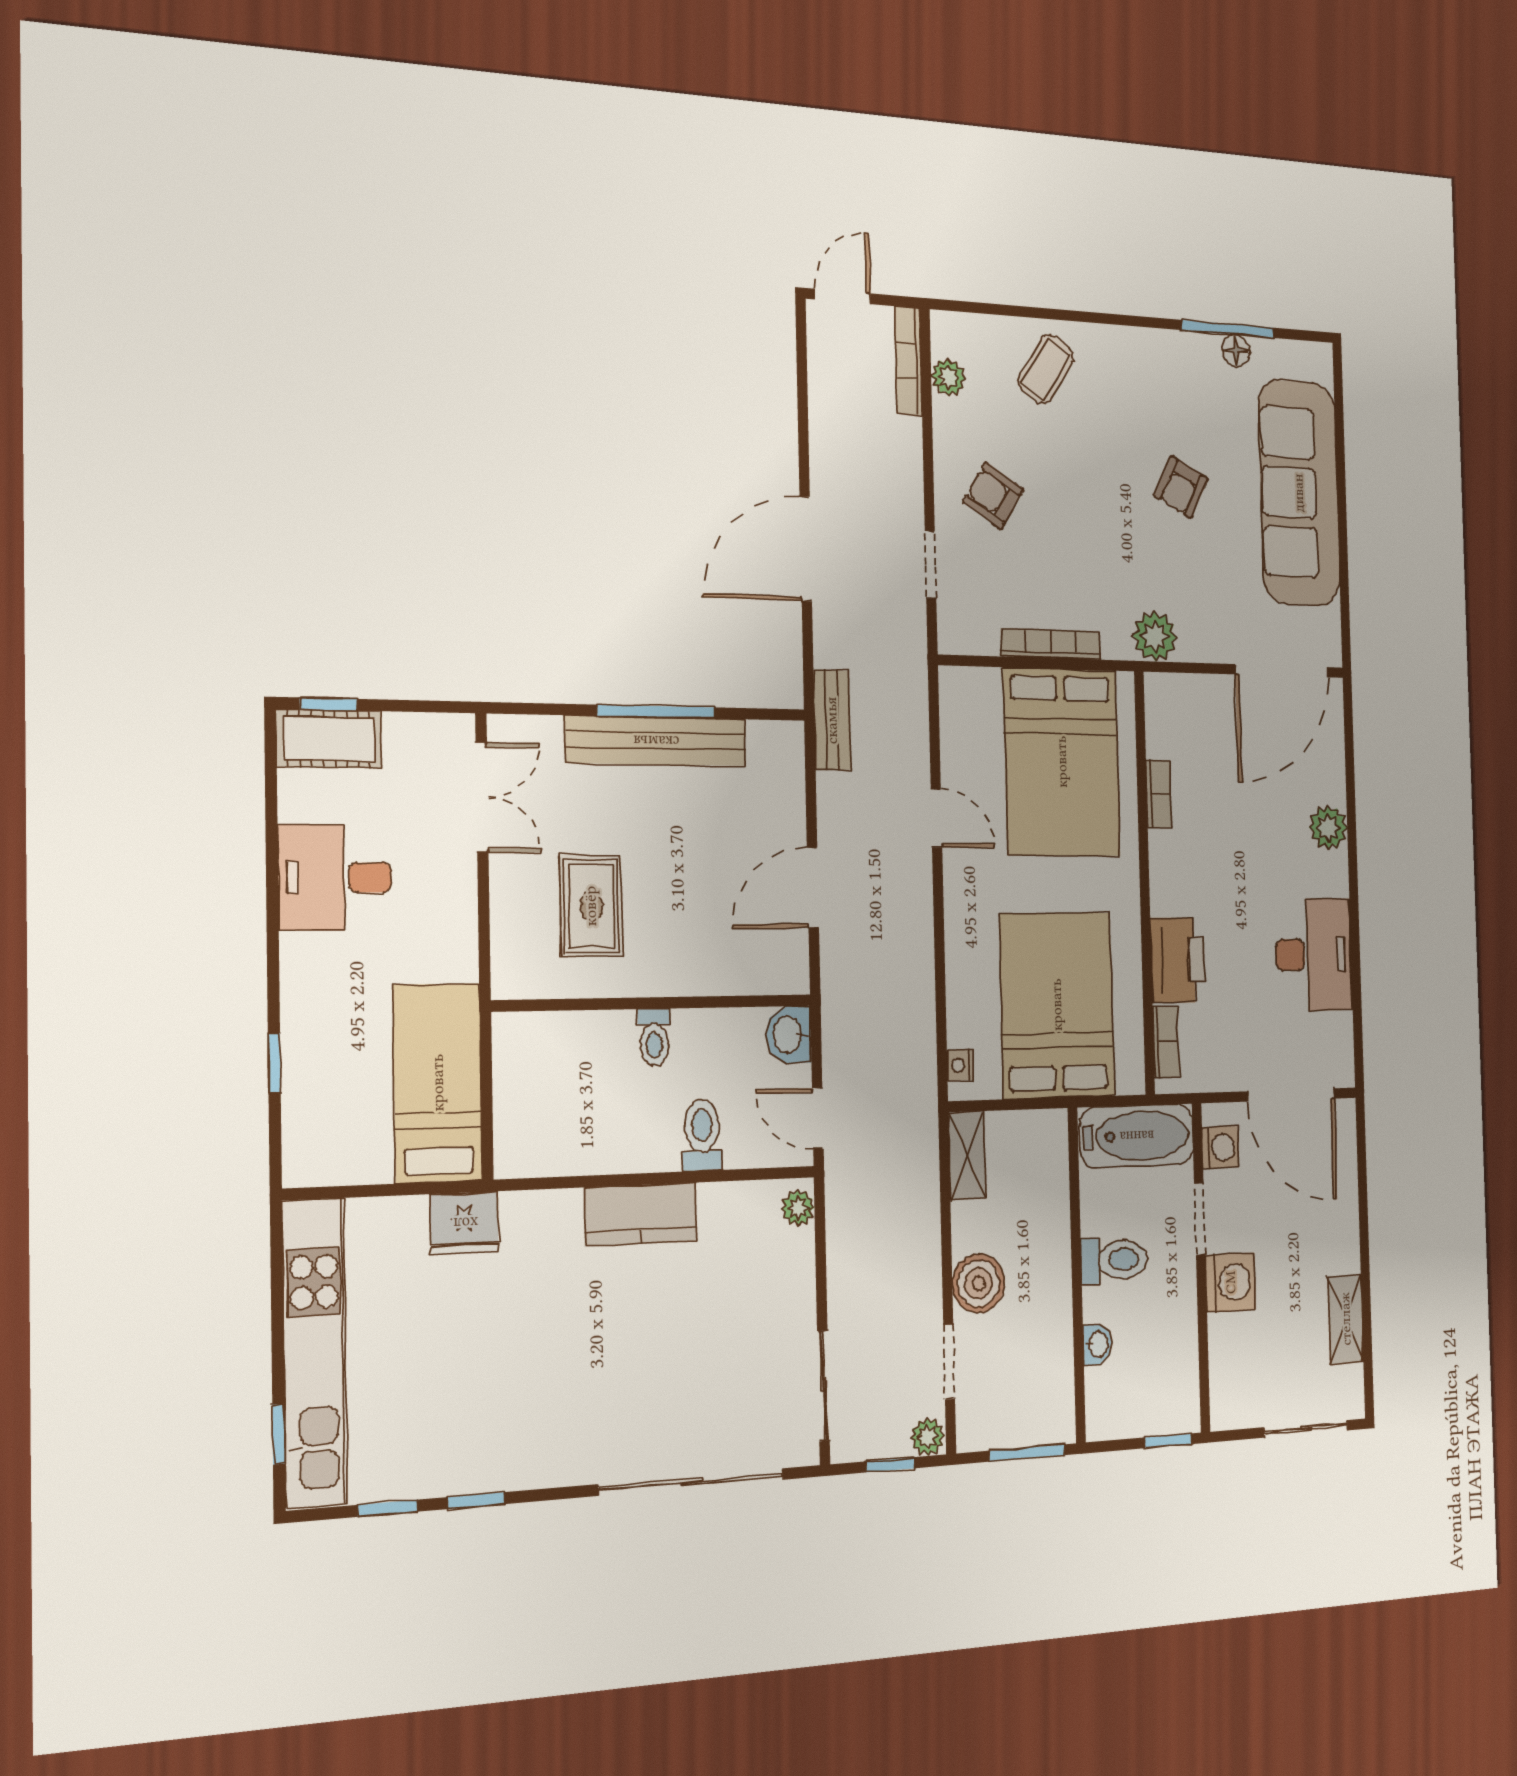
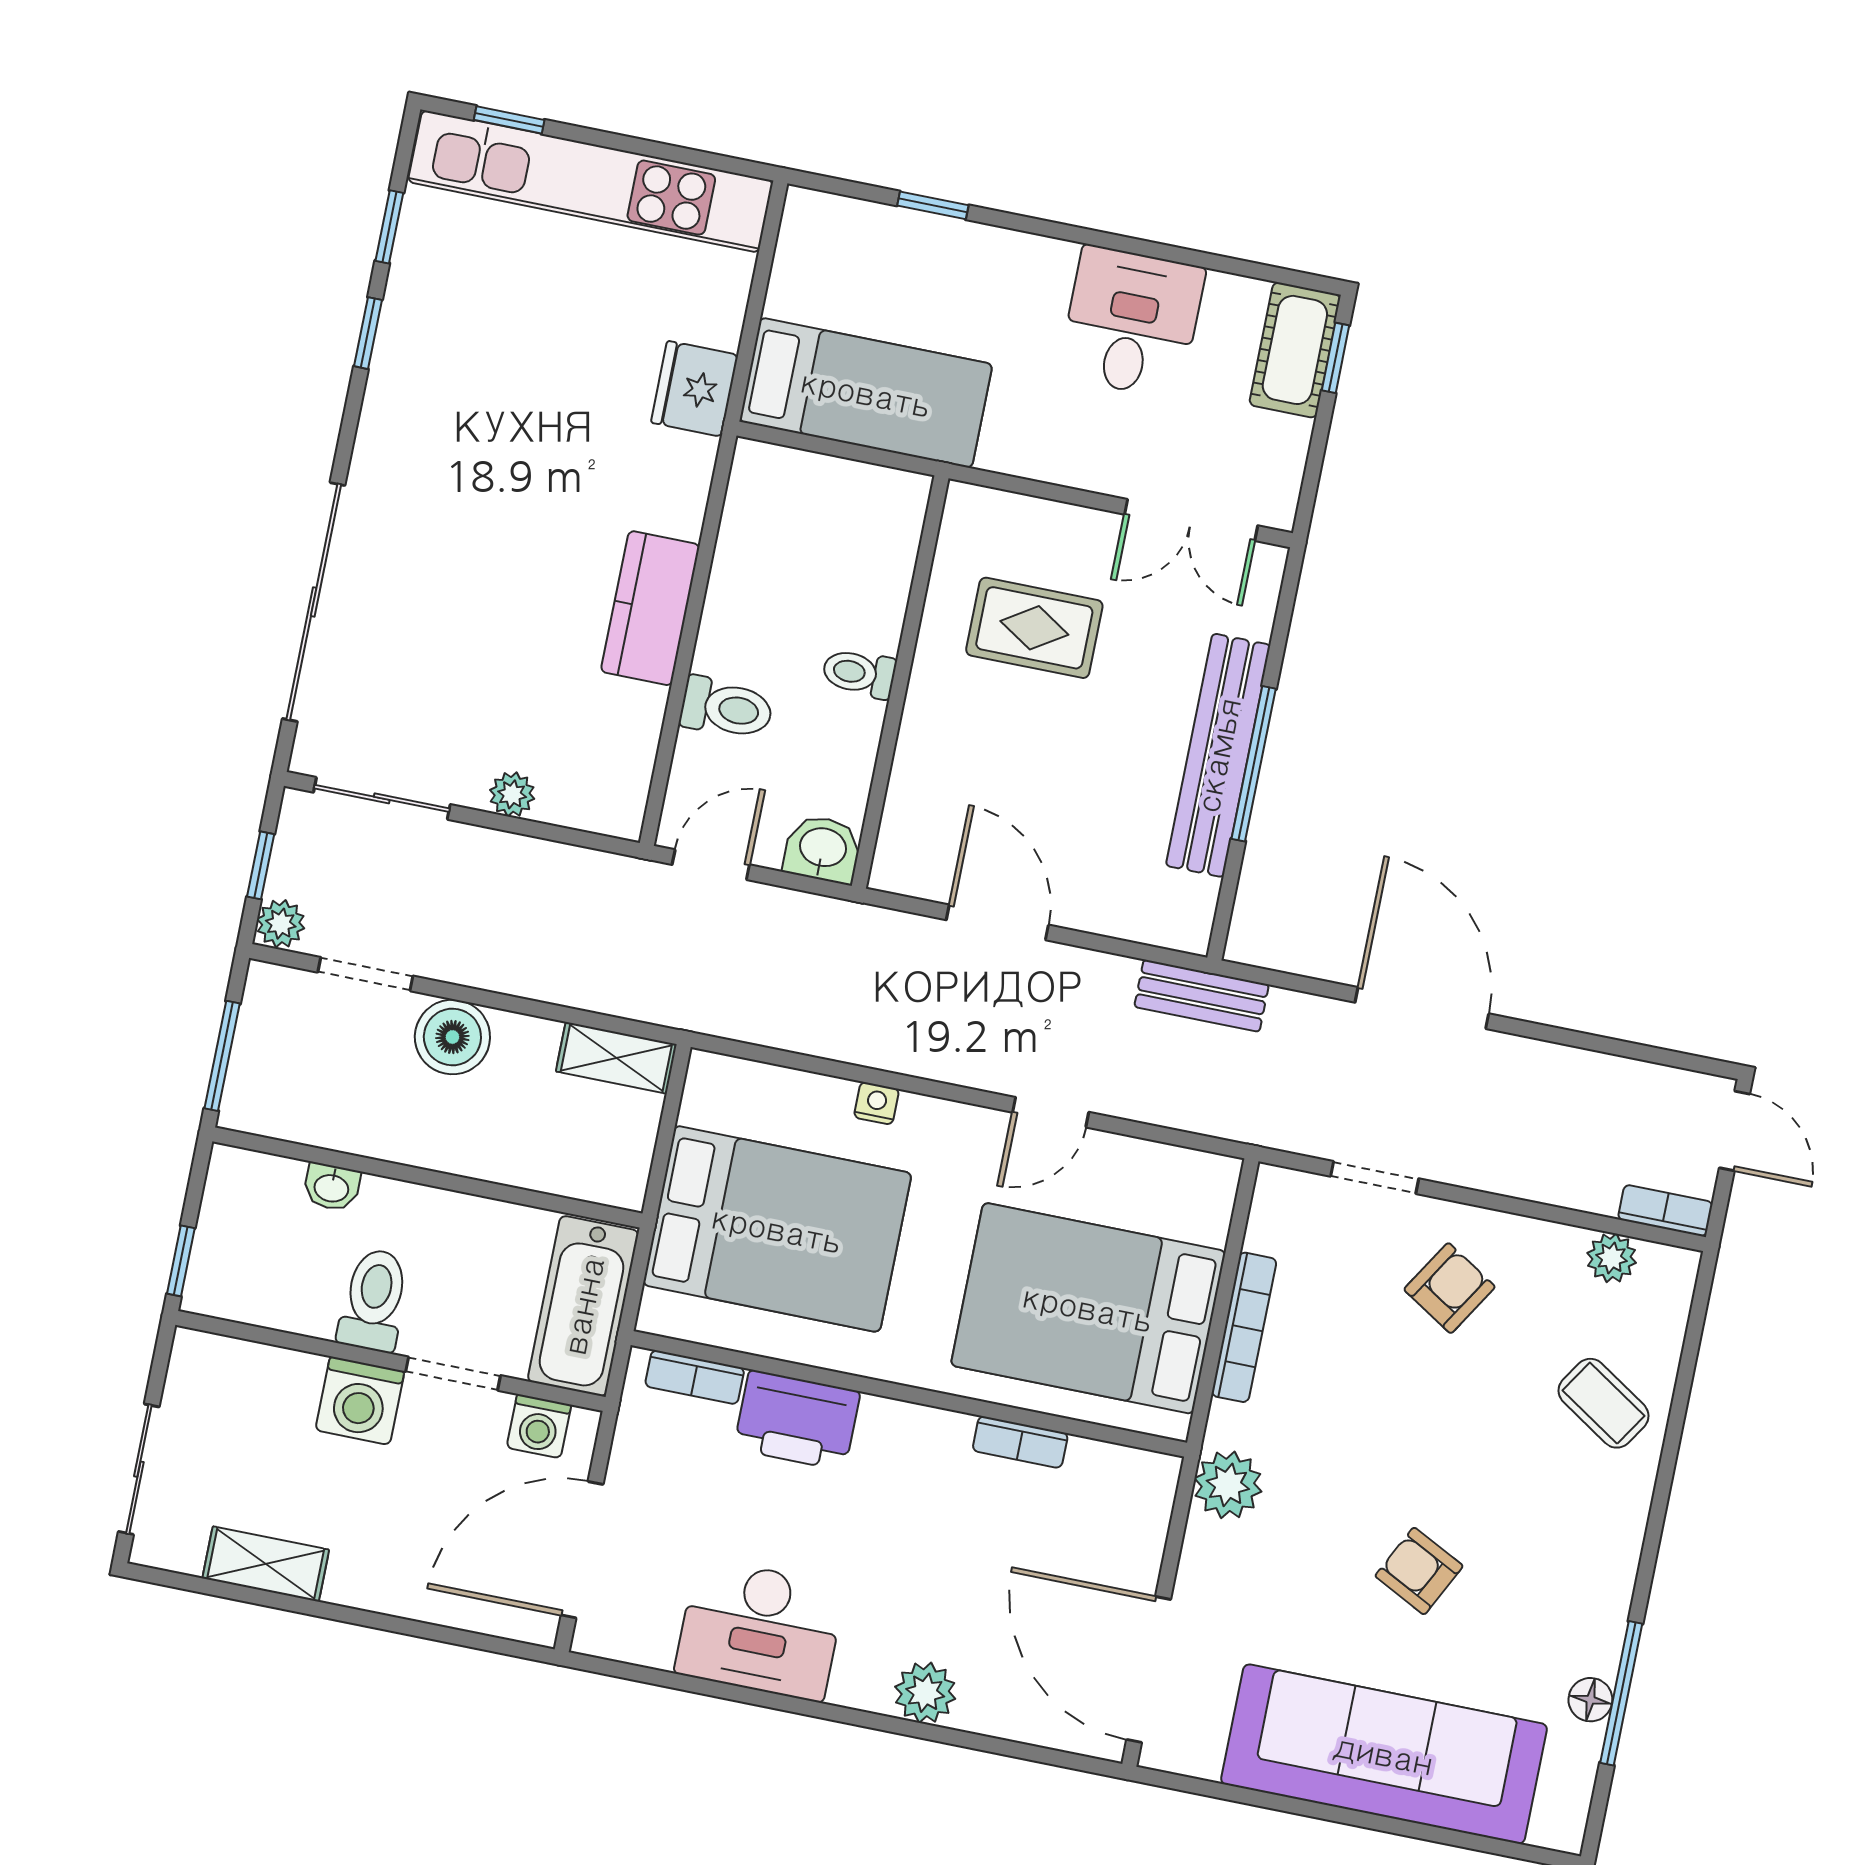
bookcase: (908, 361) -> (1665, 1211), width x0.64
nightstand: (960, 1065) -> (876, 1103), moved
plant: (798, 1208) -> (512, 794), moved
toilet: (1114, 1260) -> (374, 1300), moved, turned 180

